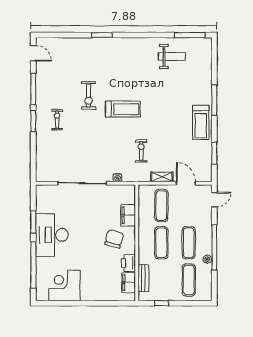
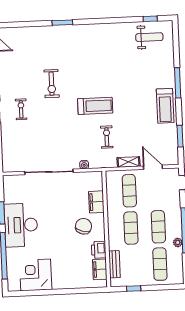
window: (190, 35) -> (150, 19), width x0.46
weight bench: (172, 56) -> (149, 37), moved
treadmill: (123, 109) -> (95, 106), moved

